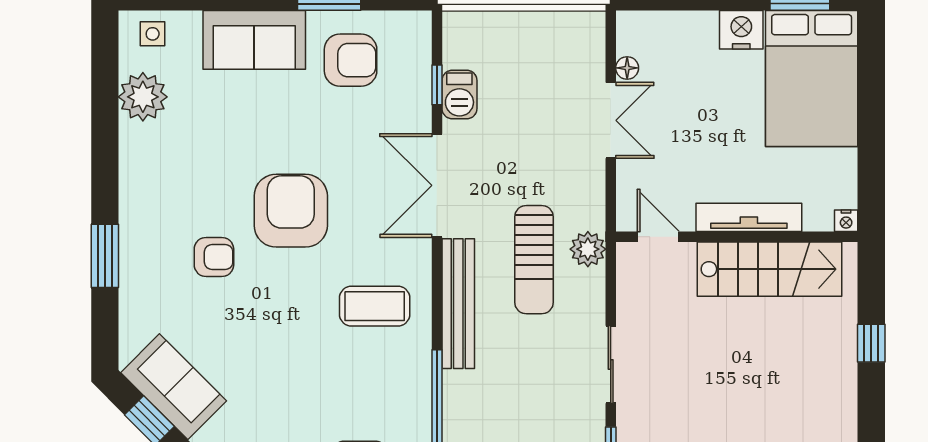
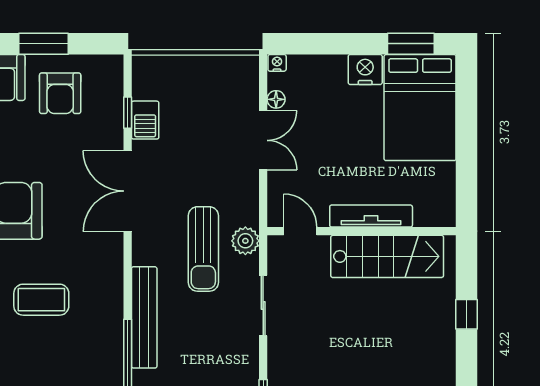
armchair: (351, 60) -> (60, 93), turned 90
nightstand: (846, 221) -> (277, 63), moved, turned 180
bench: (458, 304) -> (144, 317), moved
coffee table: (375, 306) -> (41, 300), moved
sliding door: (611, 365) -> (263, 306), moved

